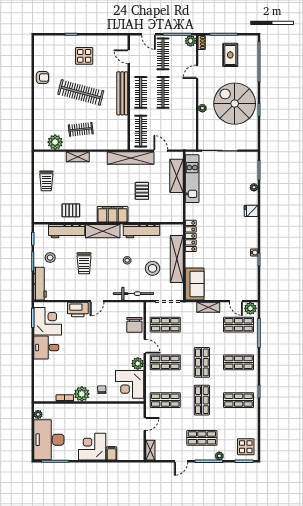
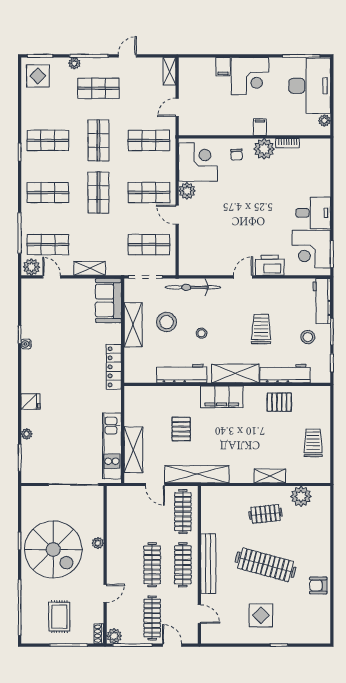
shelving: (177, 259) -> (133, 325), width x0.68
chair: (134, 325) -> (191, 244), removed
filing cabinet: (85, 410) -> (260, 127), added

